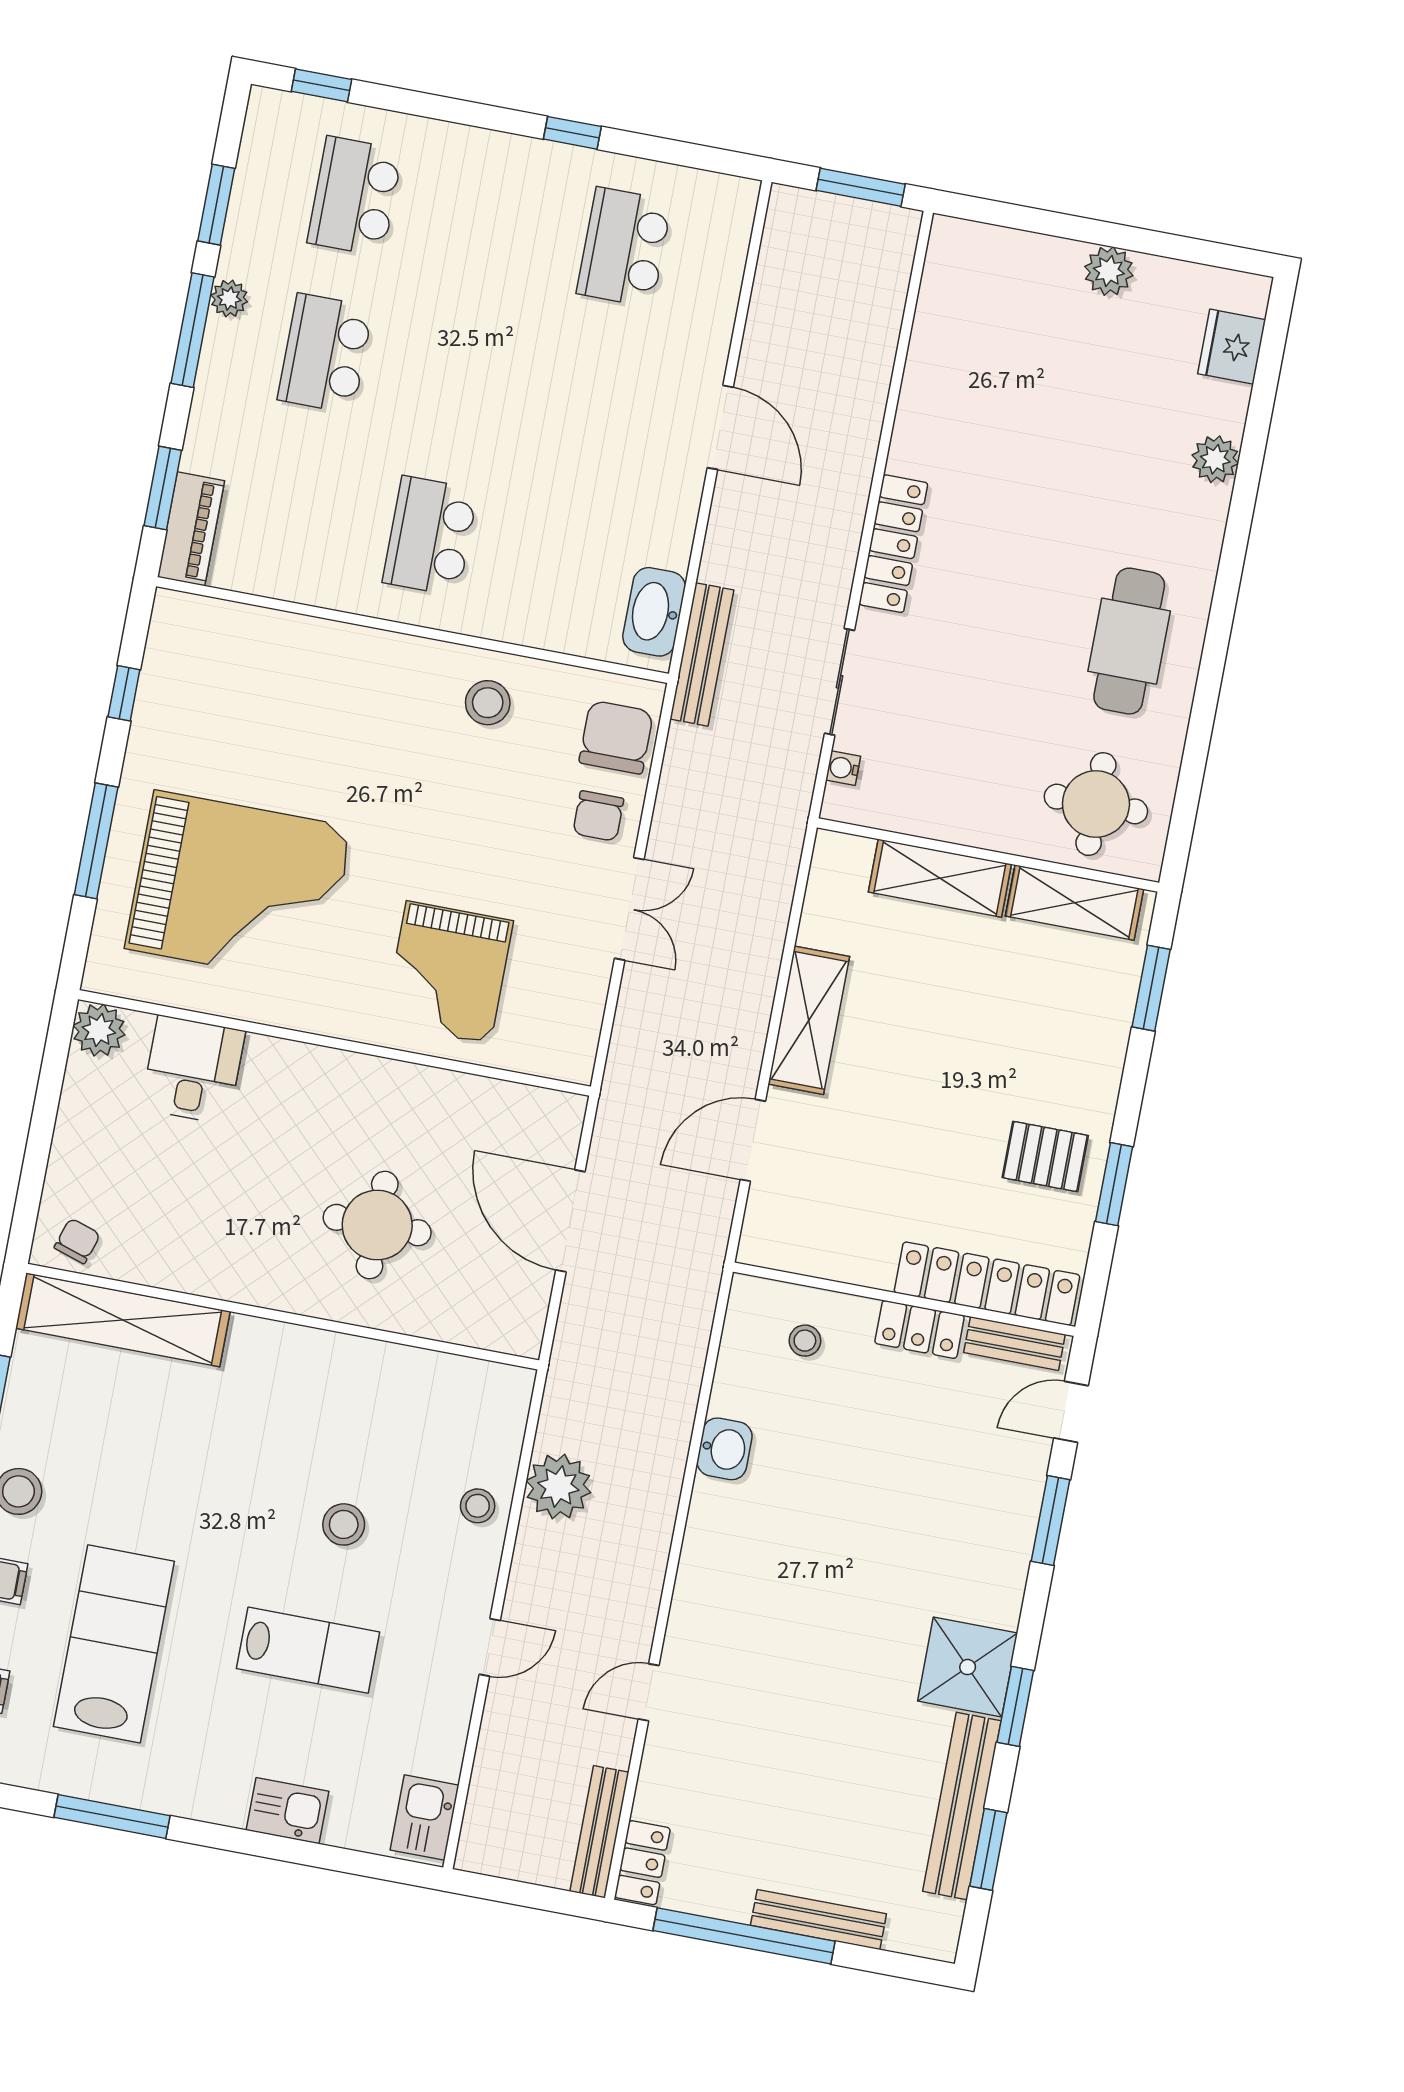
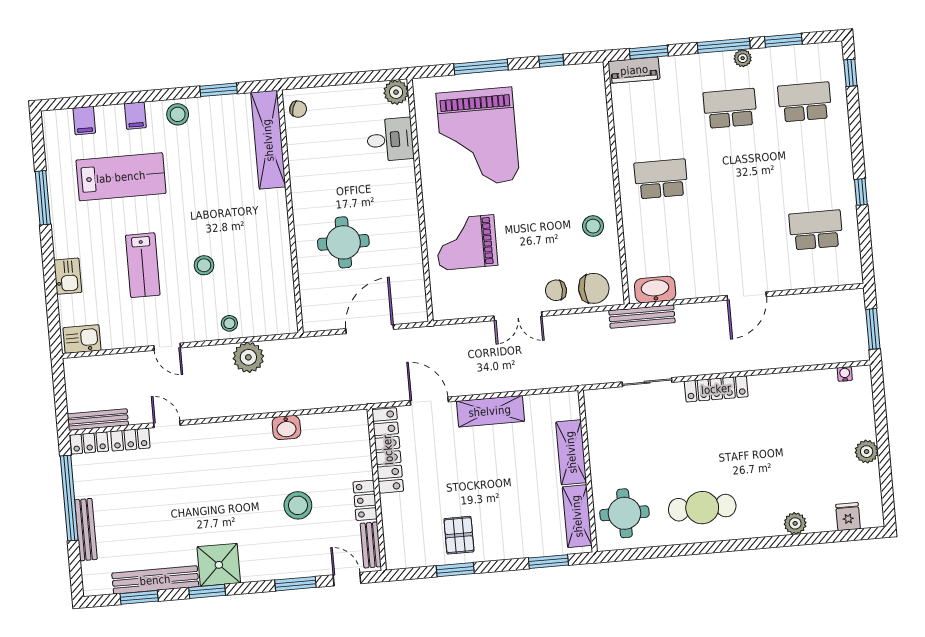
fridge: (1232, 347) -> (848, 517), width x0.72
water cooler: (843, 768) -> (845, 374), moved
locker: (987, 1284) -> (388, 450), moved
stool: (805, 1341) -> (298, 505), moved, width x1.89, depth x1.89
locker: (659, 1776) -> (130, 440), added

